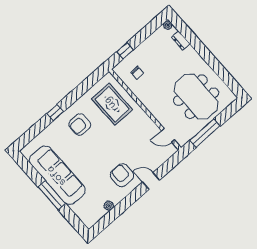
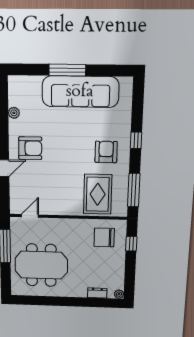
chair: (137, 73) -> (104, 237), width x1.87, depth x1.87
window: (88, 84) -> (134, 190), added
rug: (112, 104) -> (98, 194), turned 90

